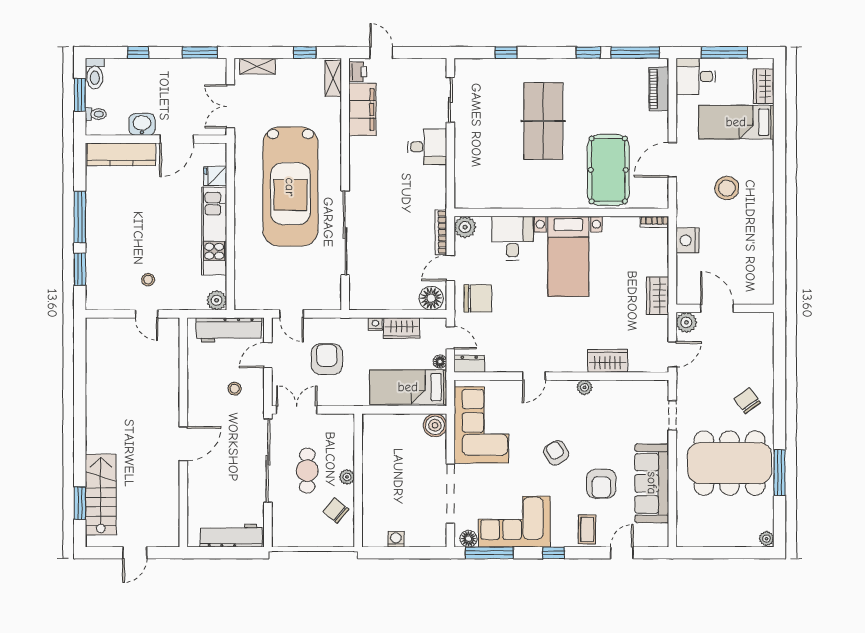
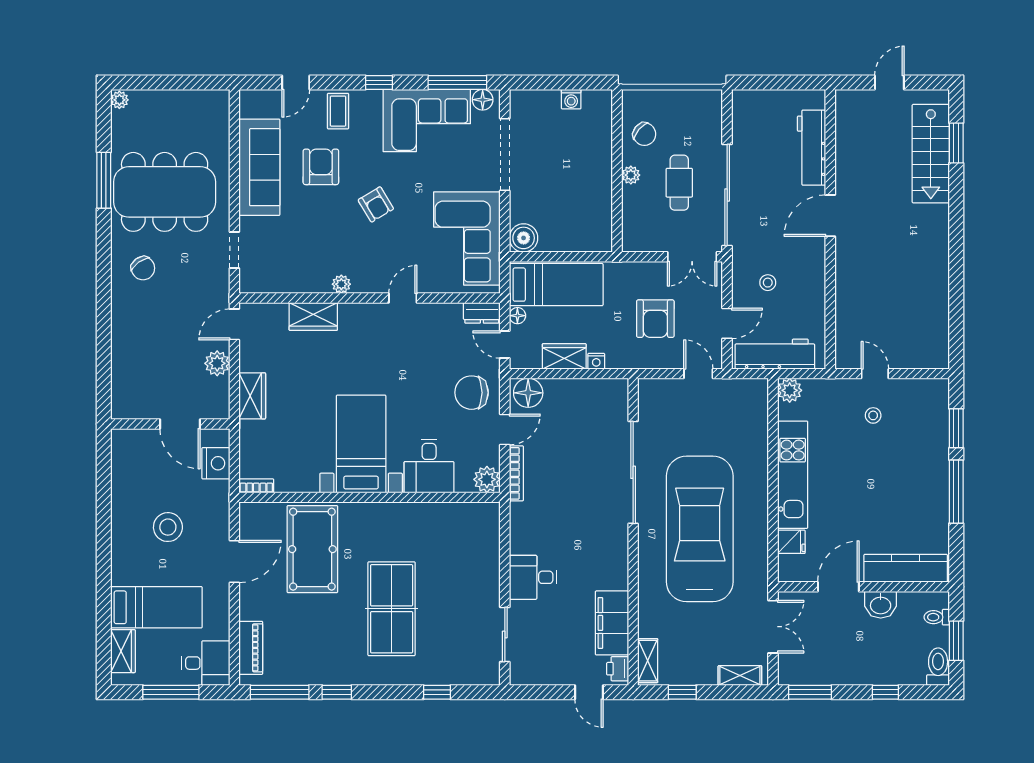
door: (717, 308) -> (180, 424), moved
wall: (725, 308) -> (170, 424), moved
workbench: (231, 536) -> (812, 148), moved, turned 90

